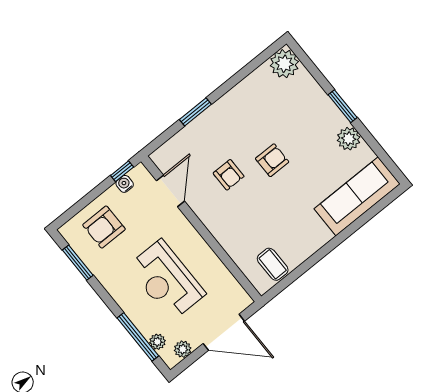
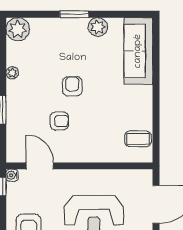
plant: (238, 92) -> (12, 73), added
water cooler: (125, 184) -> (12, 175), moved

